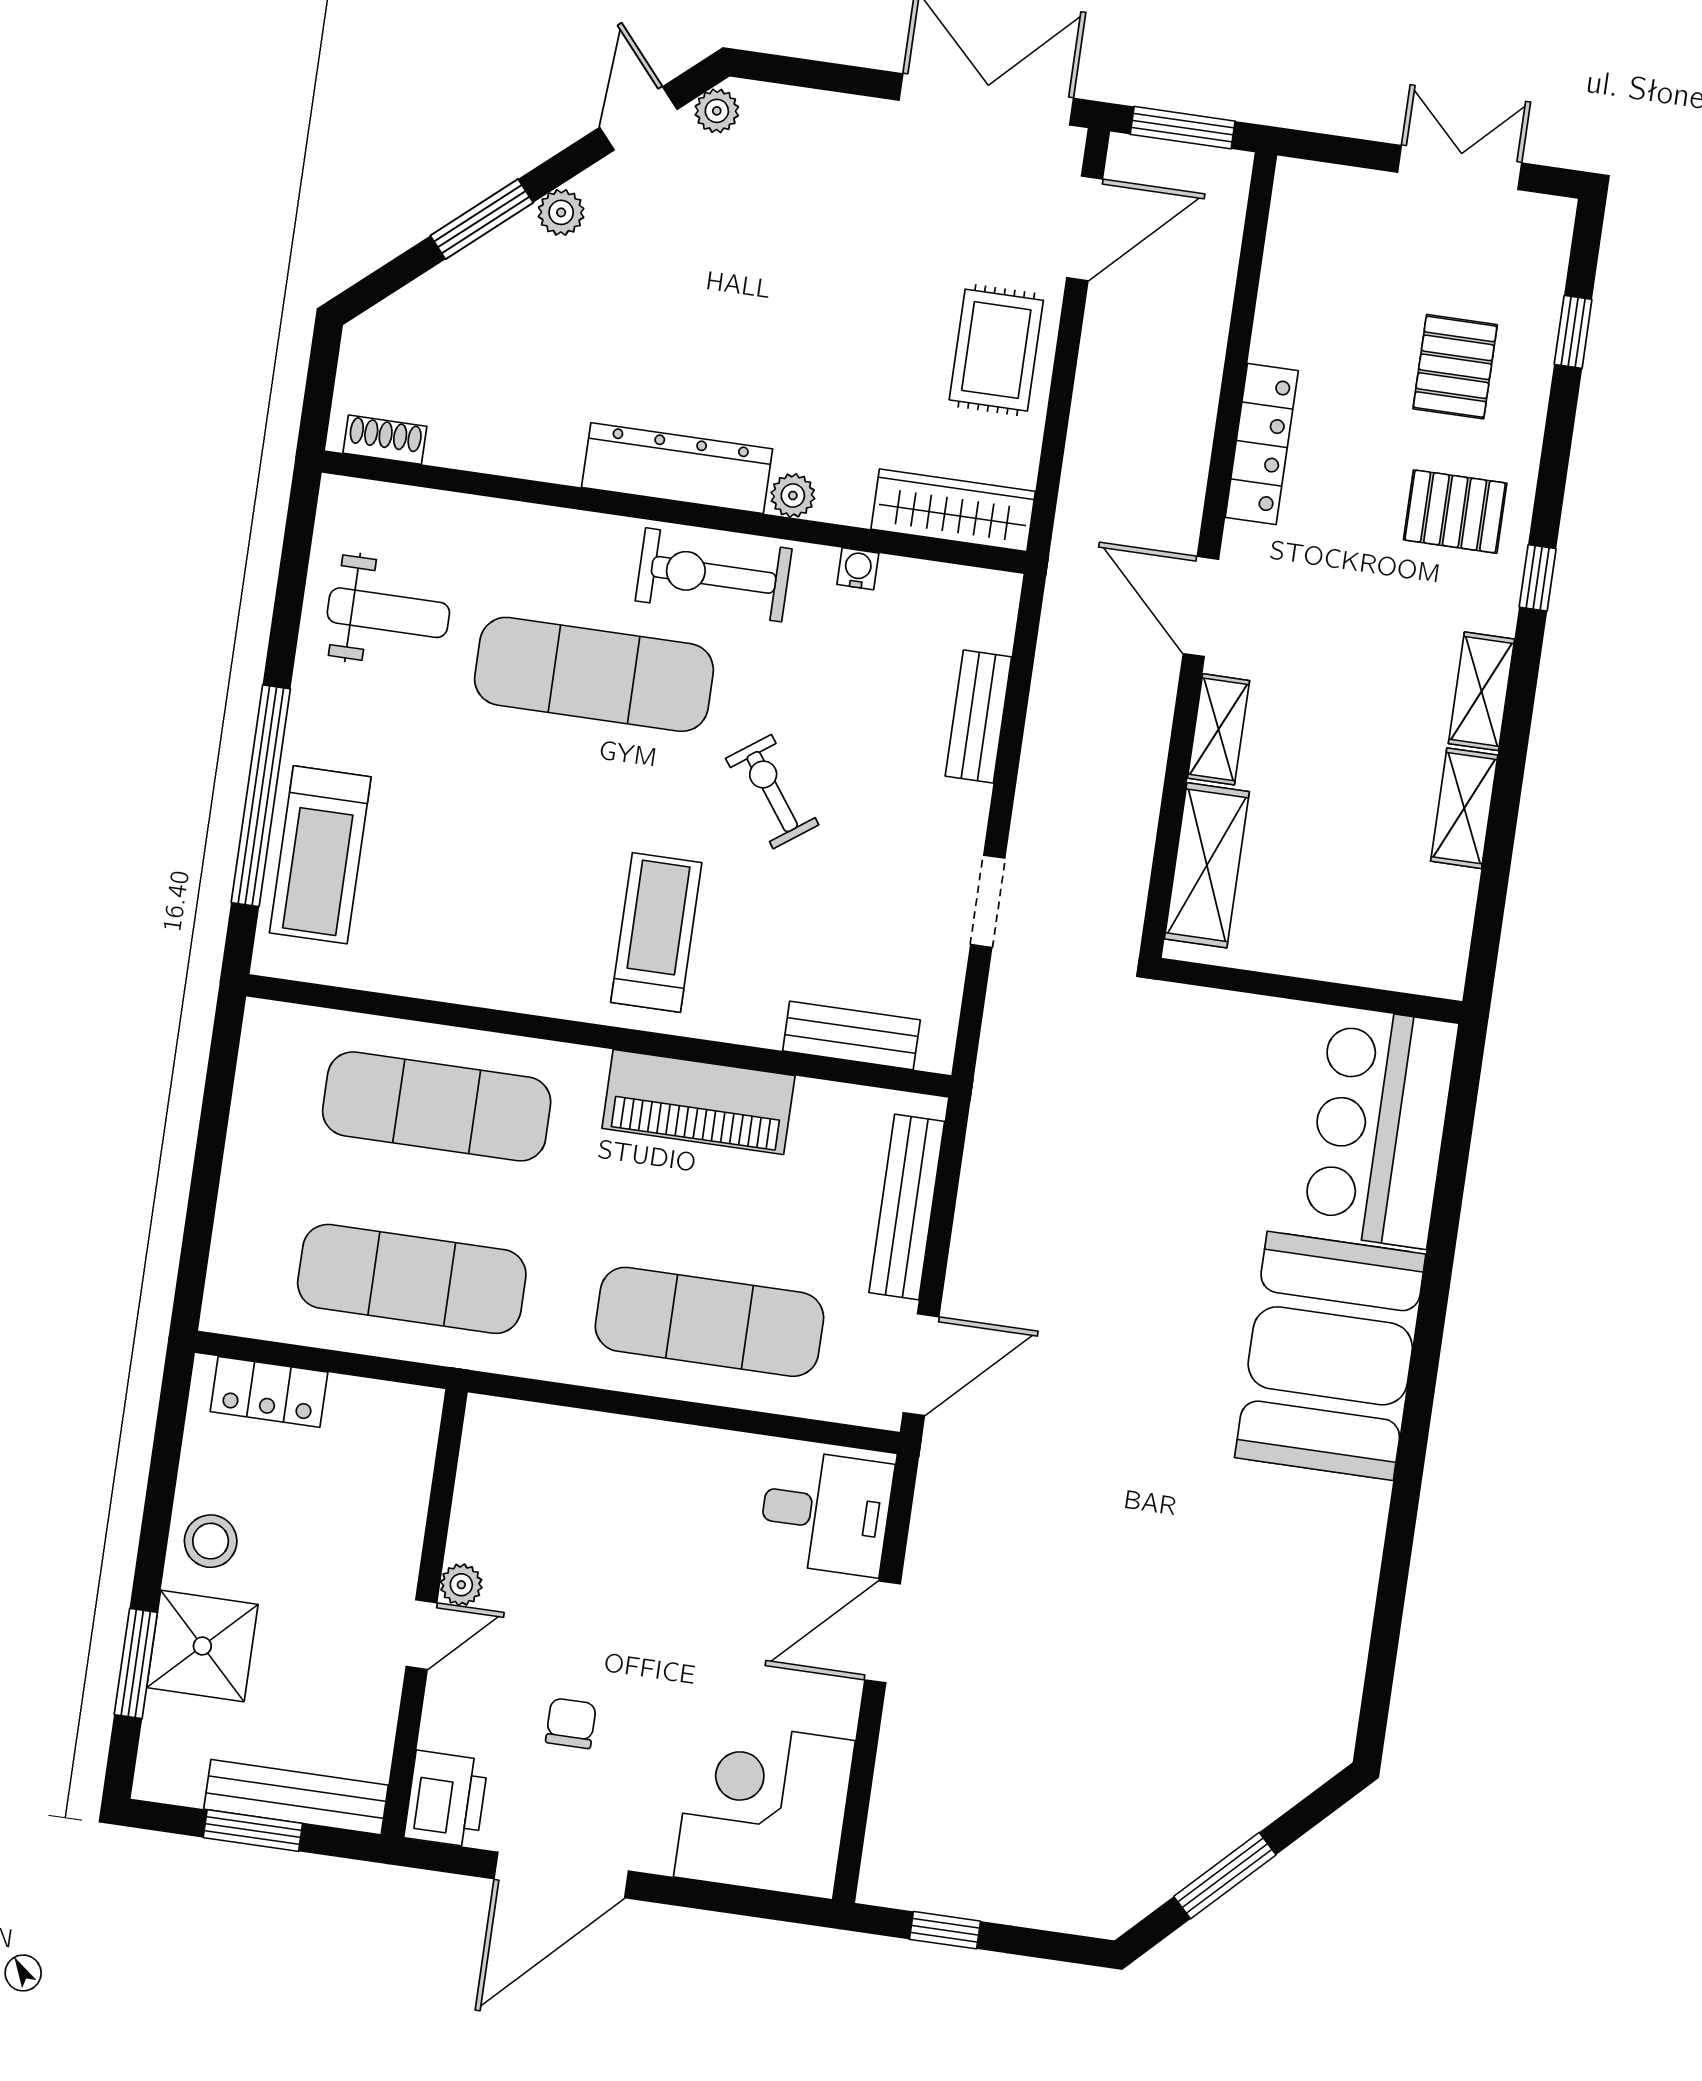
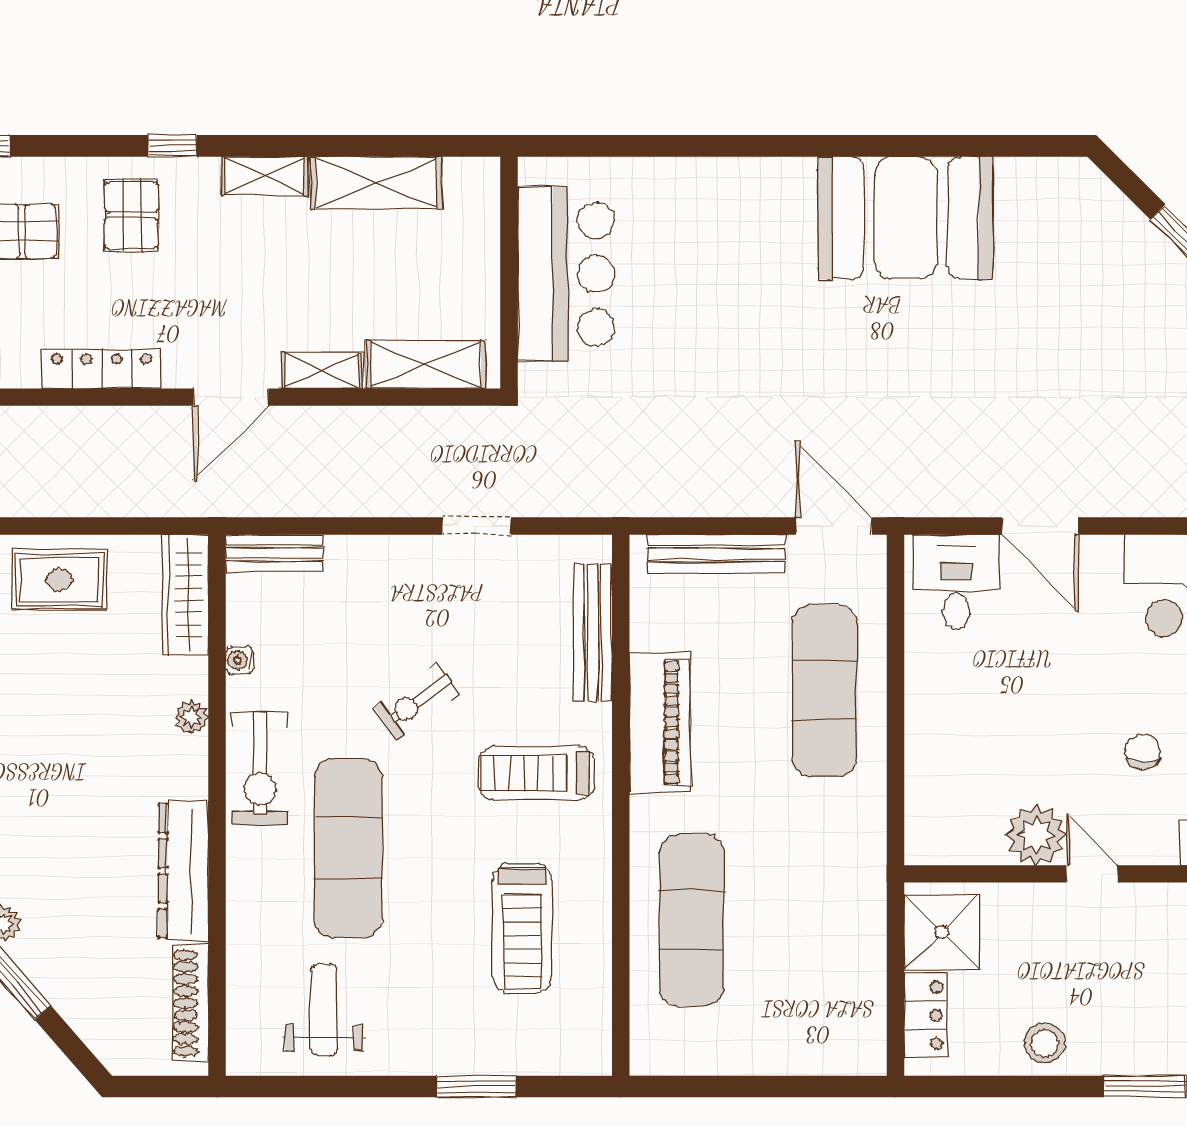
shoe rack: (385, 440) -> (190, 1003), width x1.94, depth x1.24
dresser: (677, 468) -> (183, 871), moved
bench: (978, 717) -> (274, 553), moved
window: (261, 796) -> (476, 1086), width x0.47
shelving: (1464, 808) -> (376, 183), width x1.50, depth x1.33
treadmill: (320, 855) -> (523, 928), moved, turned 90
bench: (851, 1035) -> (593, 633), width x1.36
bar counter: (1380, 1127) -> (566, 274), moved, turned -90
exercise mat: (412, 1279) -> (825, 920), removed
booth: (1330, 1356) -> (906, 218), moved
plant: (461, 1585) -> (1036, 835), width x1.87, depth x1.87
shower: (202, 1646) -> (942, 932), moved
chair: (571, 1723) -> (1143, 751), turned 90

